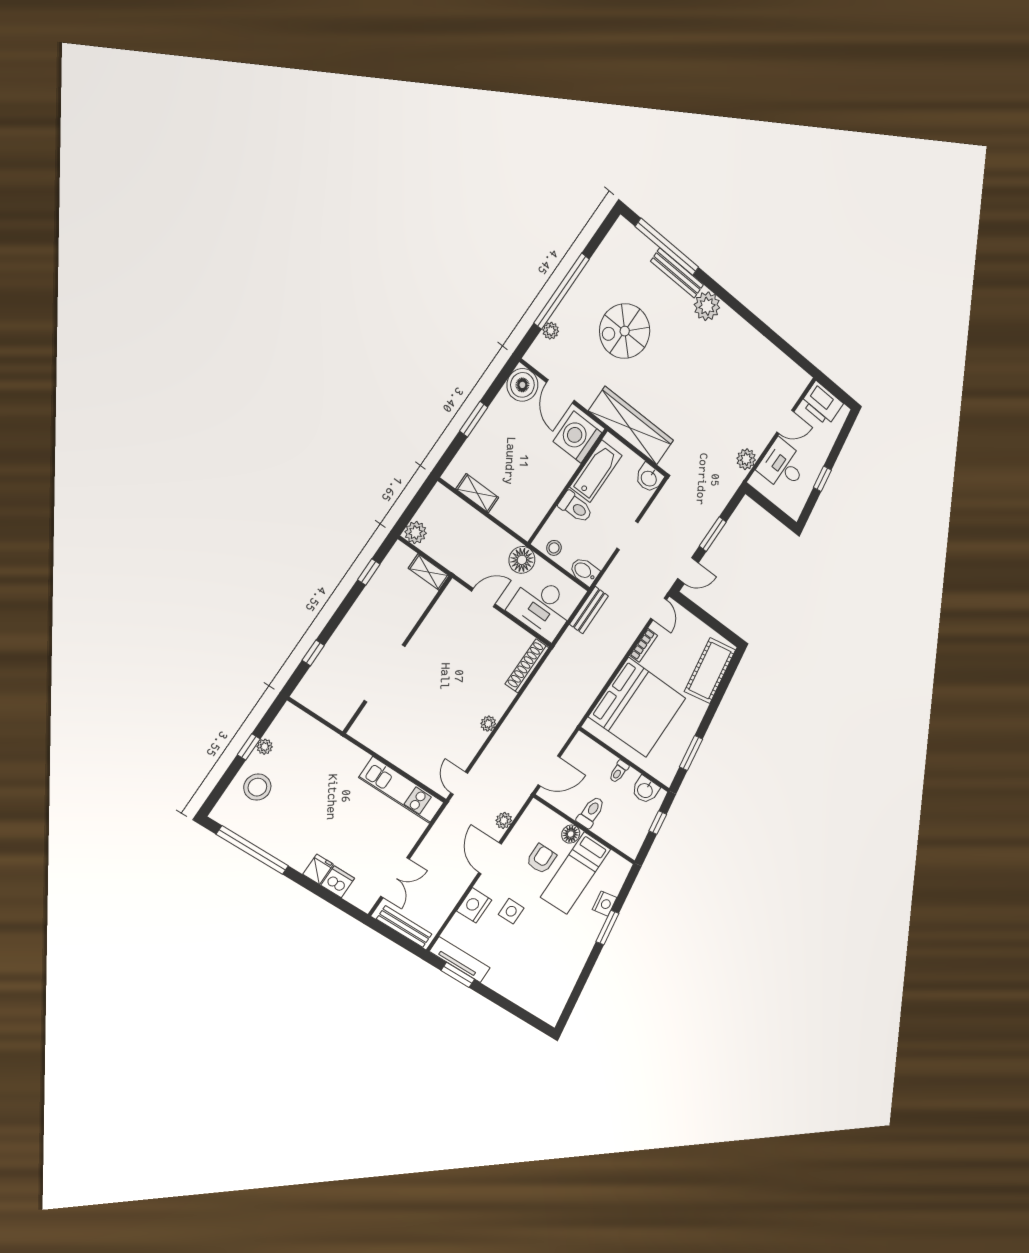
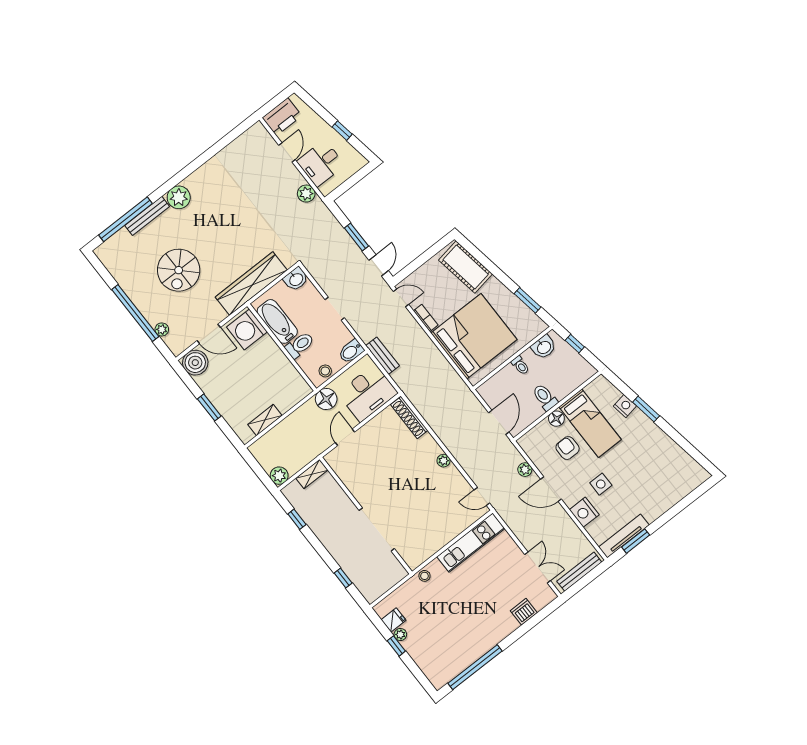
stool: (257, 787) -> (424, 576), moved, width x0.53, depth x0.53
fridge: (318, 869) -> (393, 620), moved, turned 90

